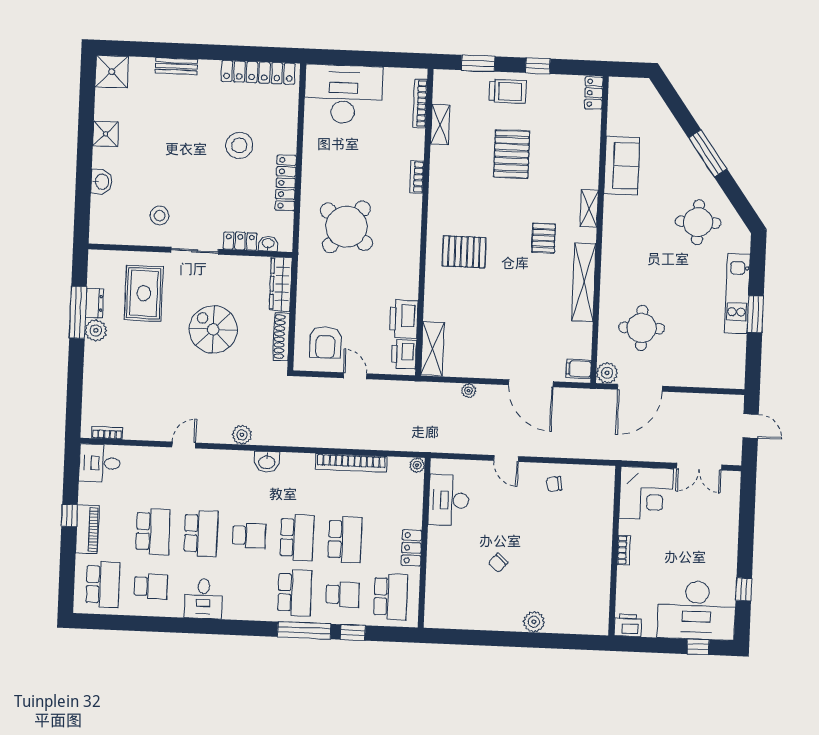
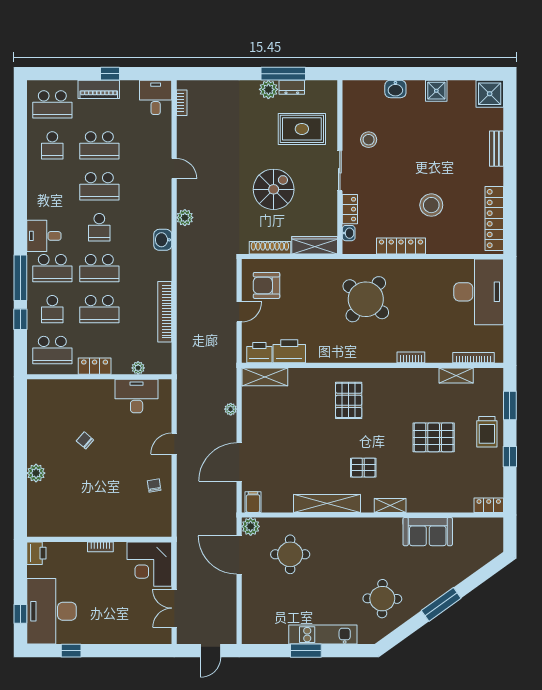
plant: (417, 465) -> (138, 368), moved
desk: (203, 599) -> (44, 236), moved

